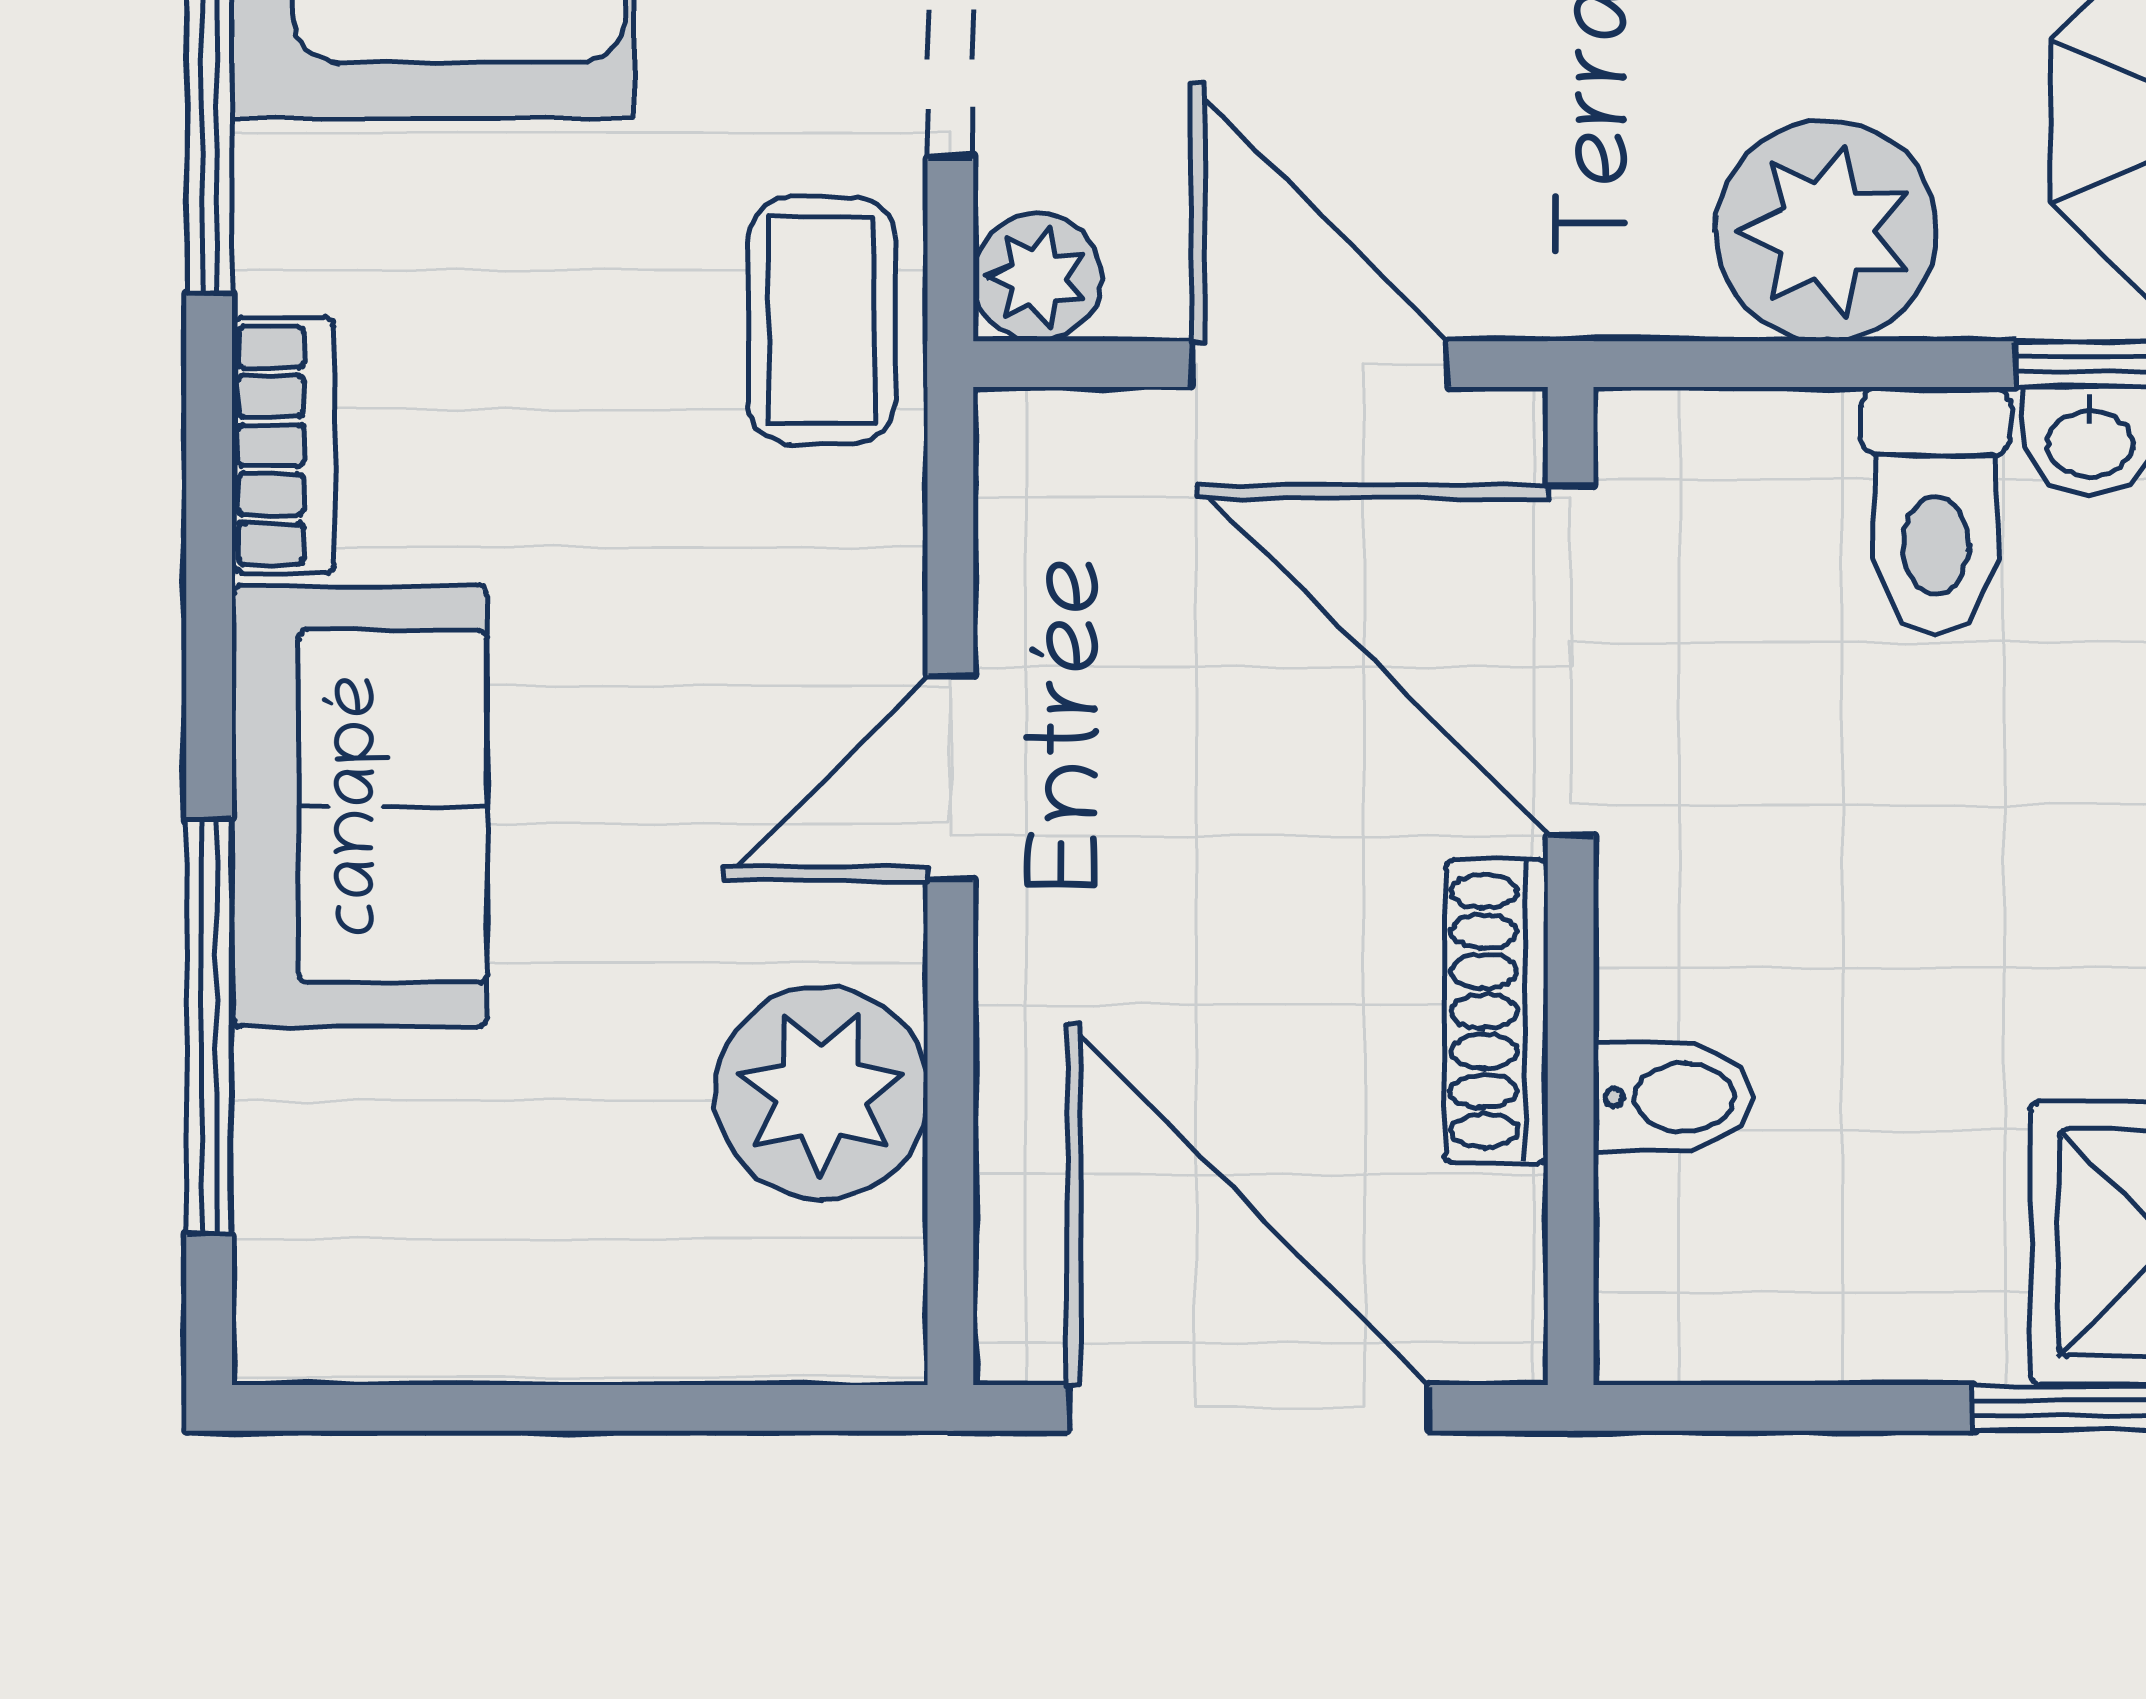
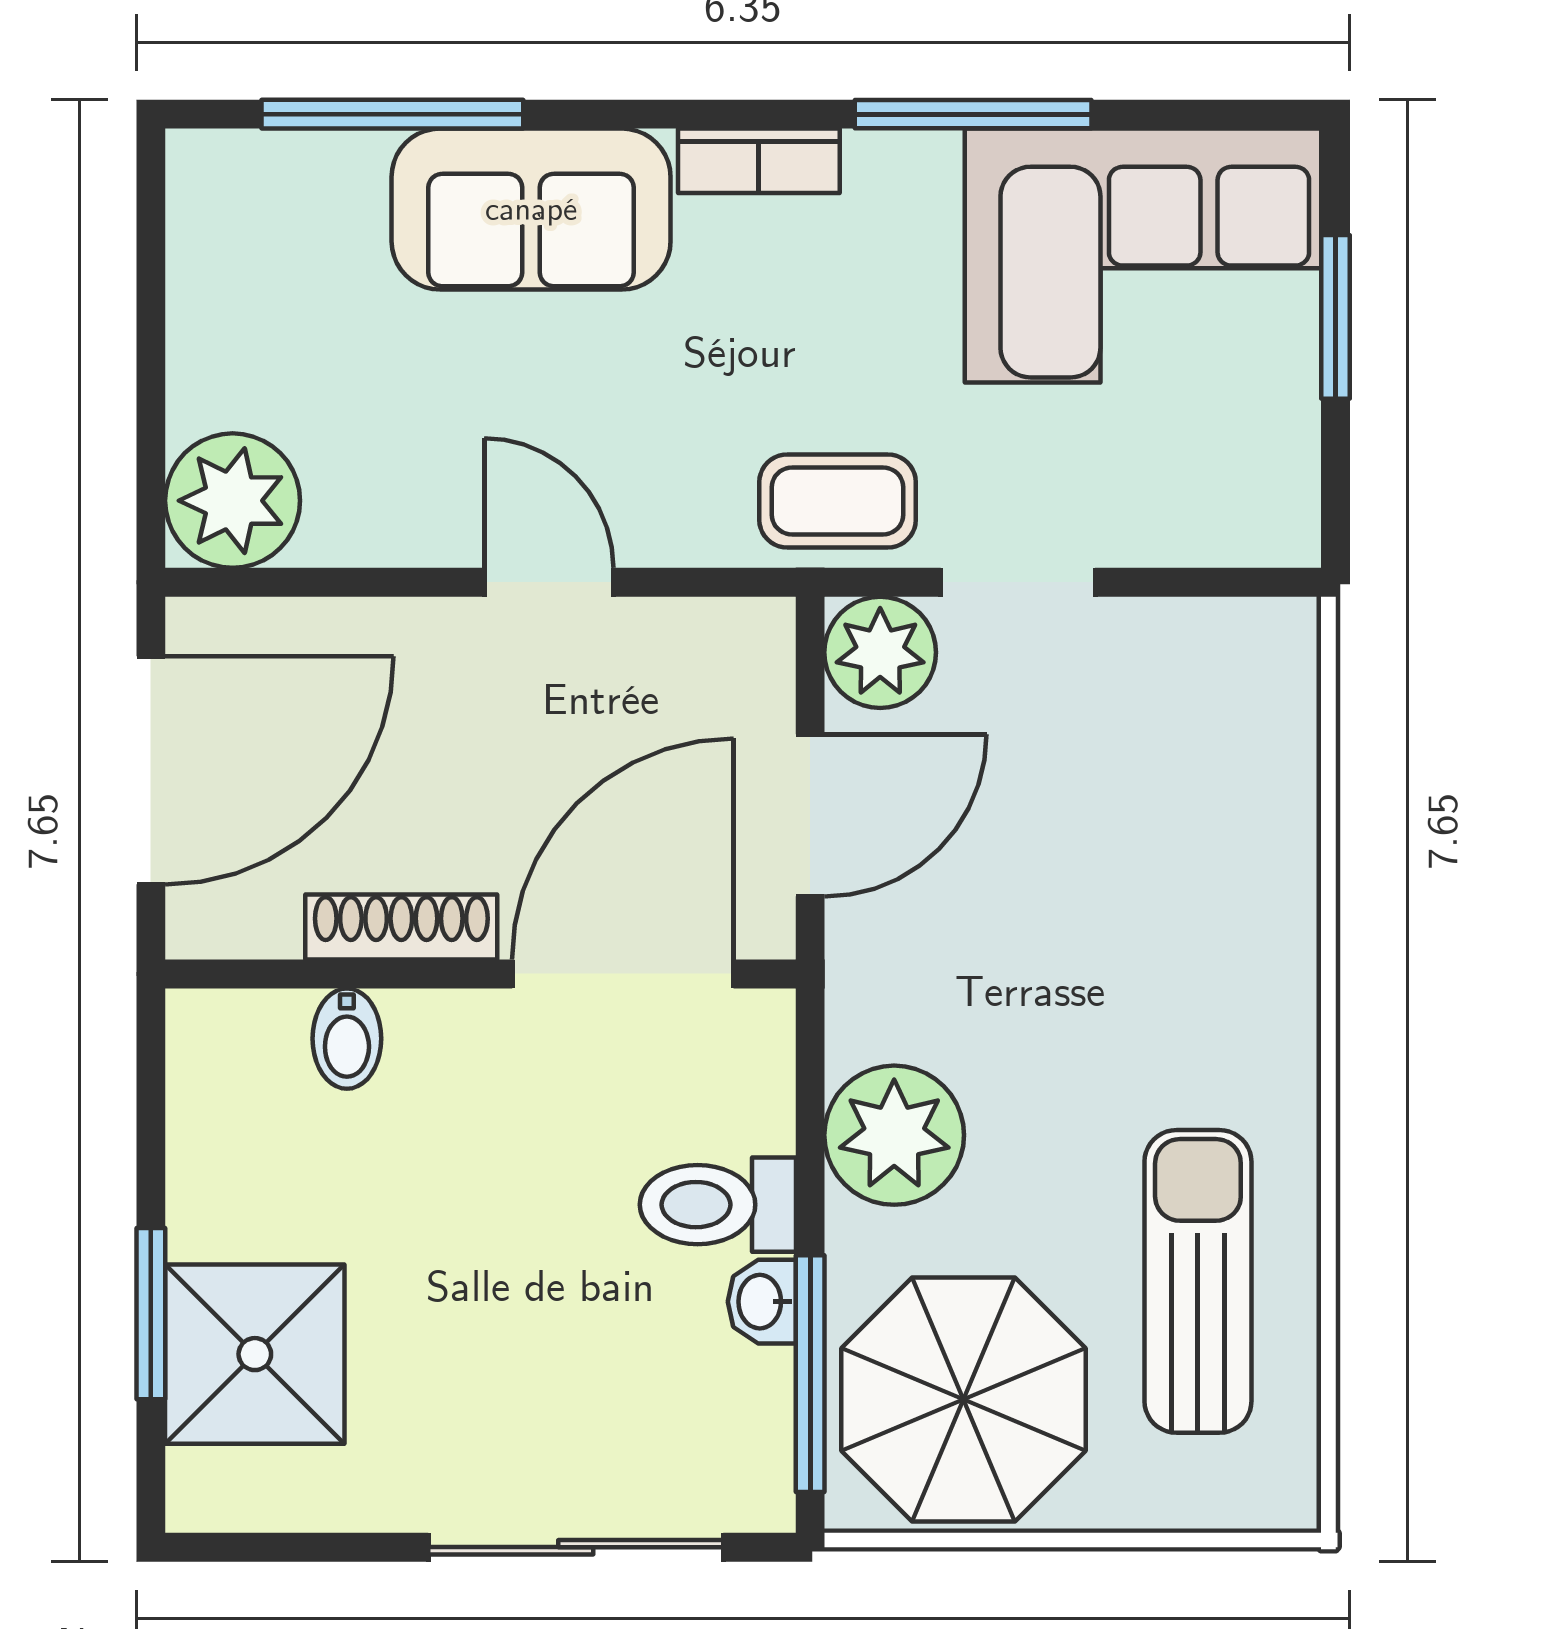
plant: (1037, 277) -> (880, 652), width x1.38, depth x1.38
plant: (821, 1093) -> (233, 501), moved

